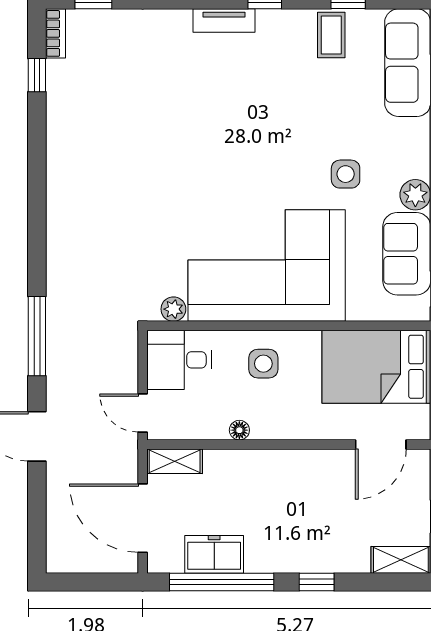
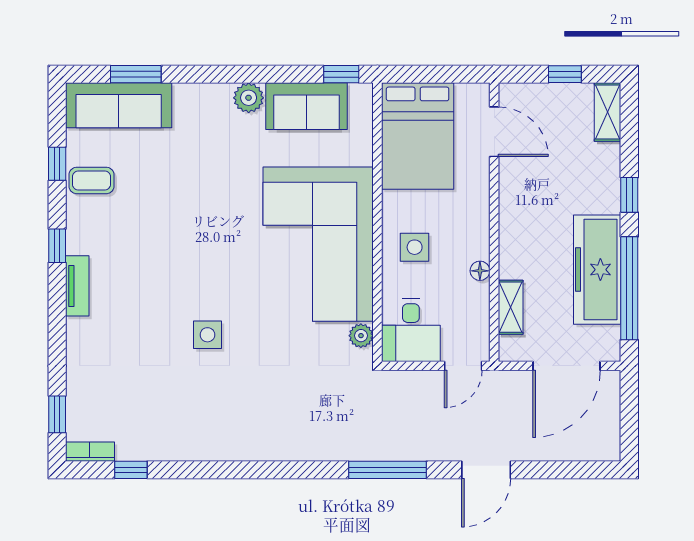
side table: (346, 174) -> (207, 335), moved
shelving: (175, 461) -> (511, 307), moved
freezer: (214, 554) -> (597, 270), width x1.91, depth x1.26

